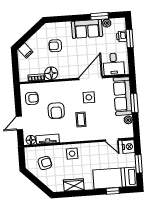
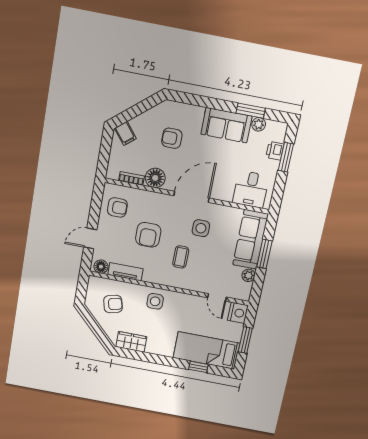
door: (91, 78) -> (191, 197), moved
wardrobe: (74, 185) -> (131, 342), moved

